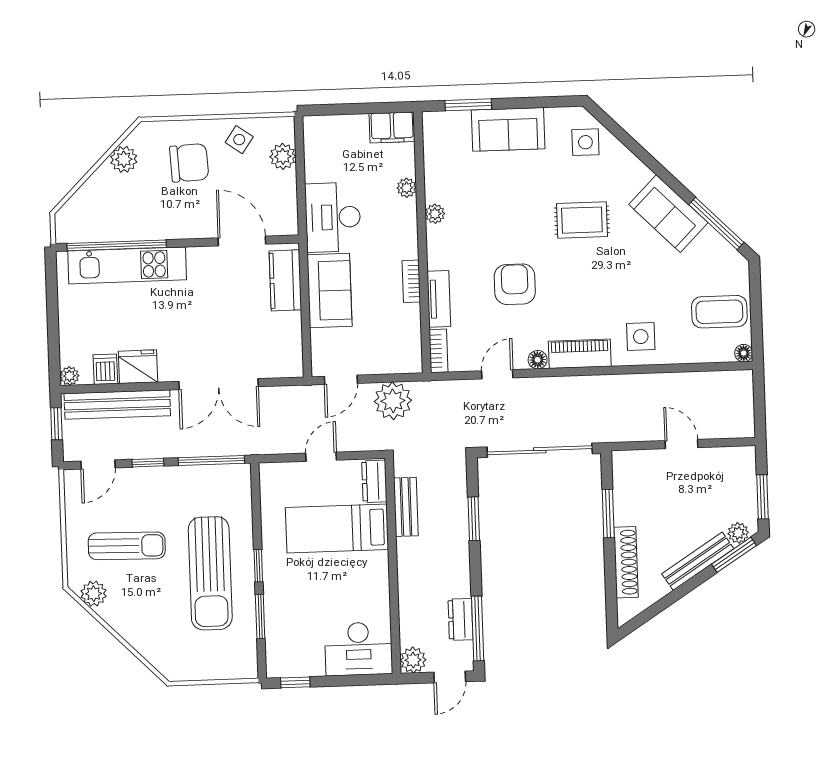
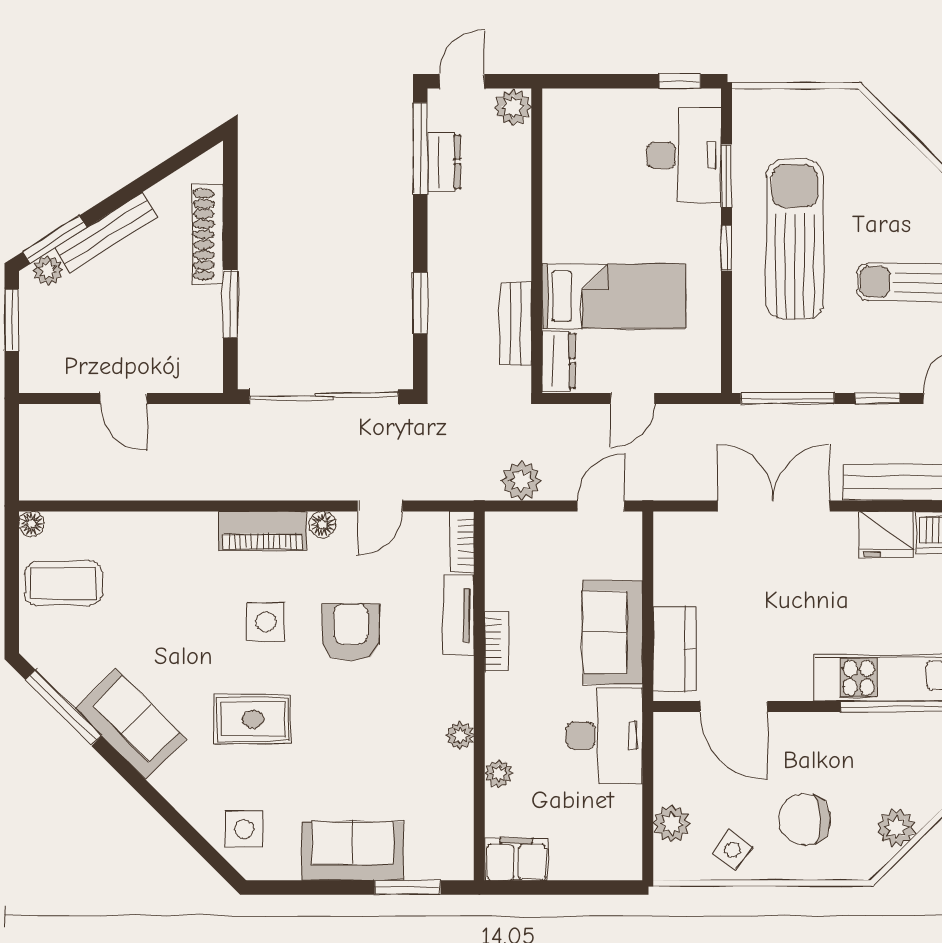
armchair: (515, 284) -> (351, 632), turned 180
side table: (641, 337) -> (266, 622), moved
plant: (393, 401) -> (521, 481), width x0.73, depth x0.73
desk: (359, 649) -> (684, 155), moved, turned 90

